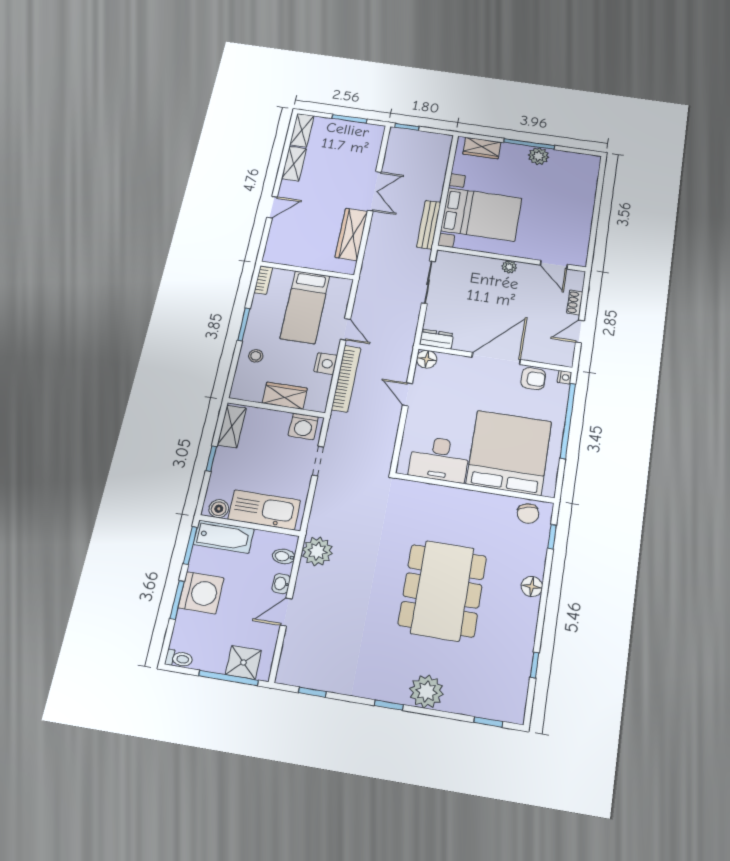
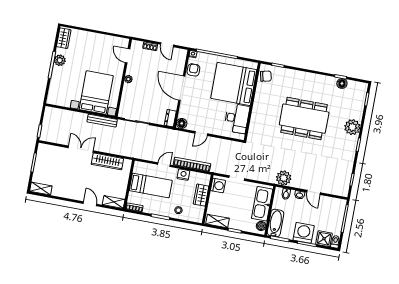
wardrobe: (482, 148) -> (64, 38), moved
shelving: (294, 164) -> (114, 202), moved
door: (554, 265) -> (127, 56), swing flipped
floor lamp: (532, 587) -> (342, 84), moved
shower: (243, 662) -> (324, 239), moved

